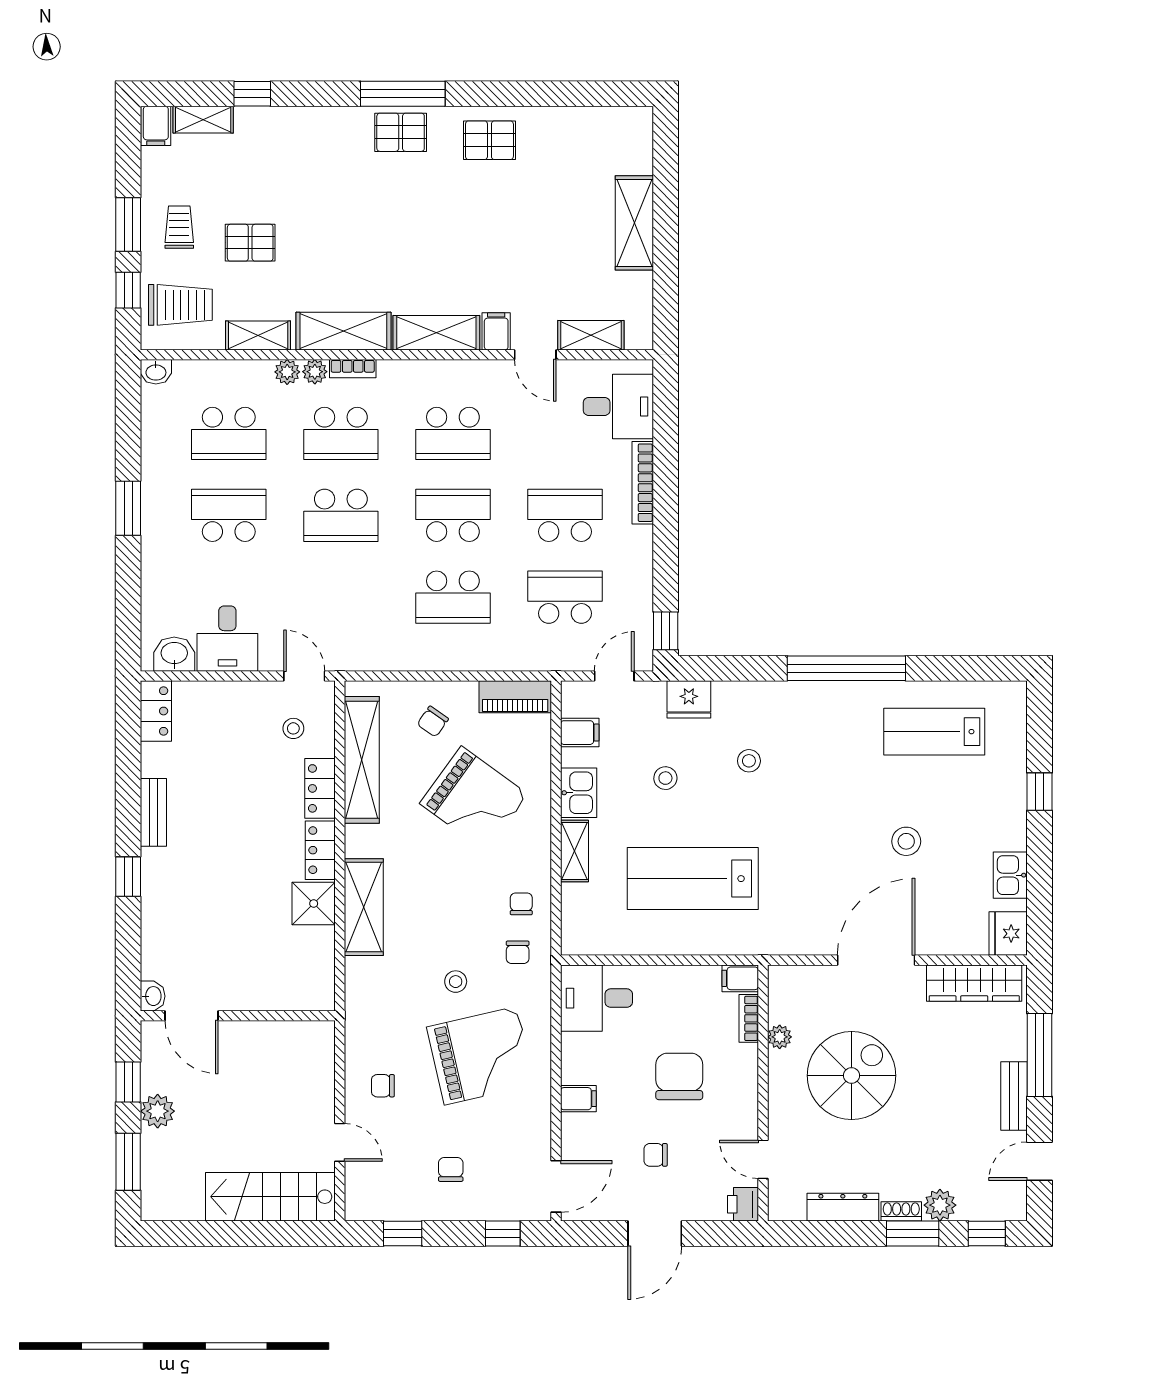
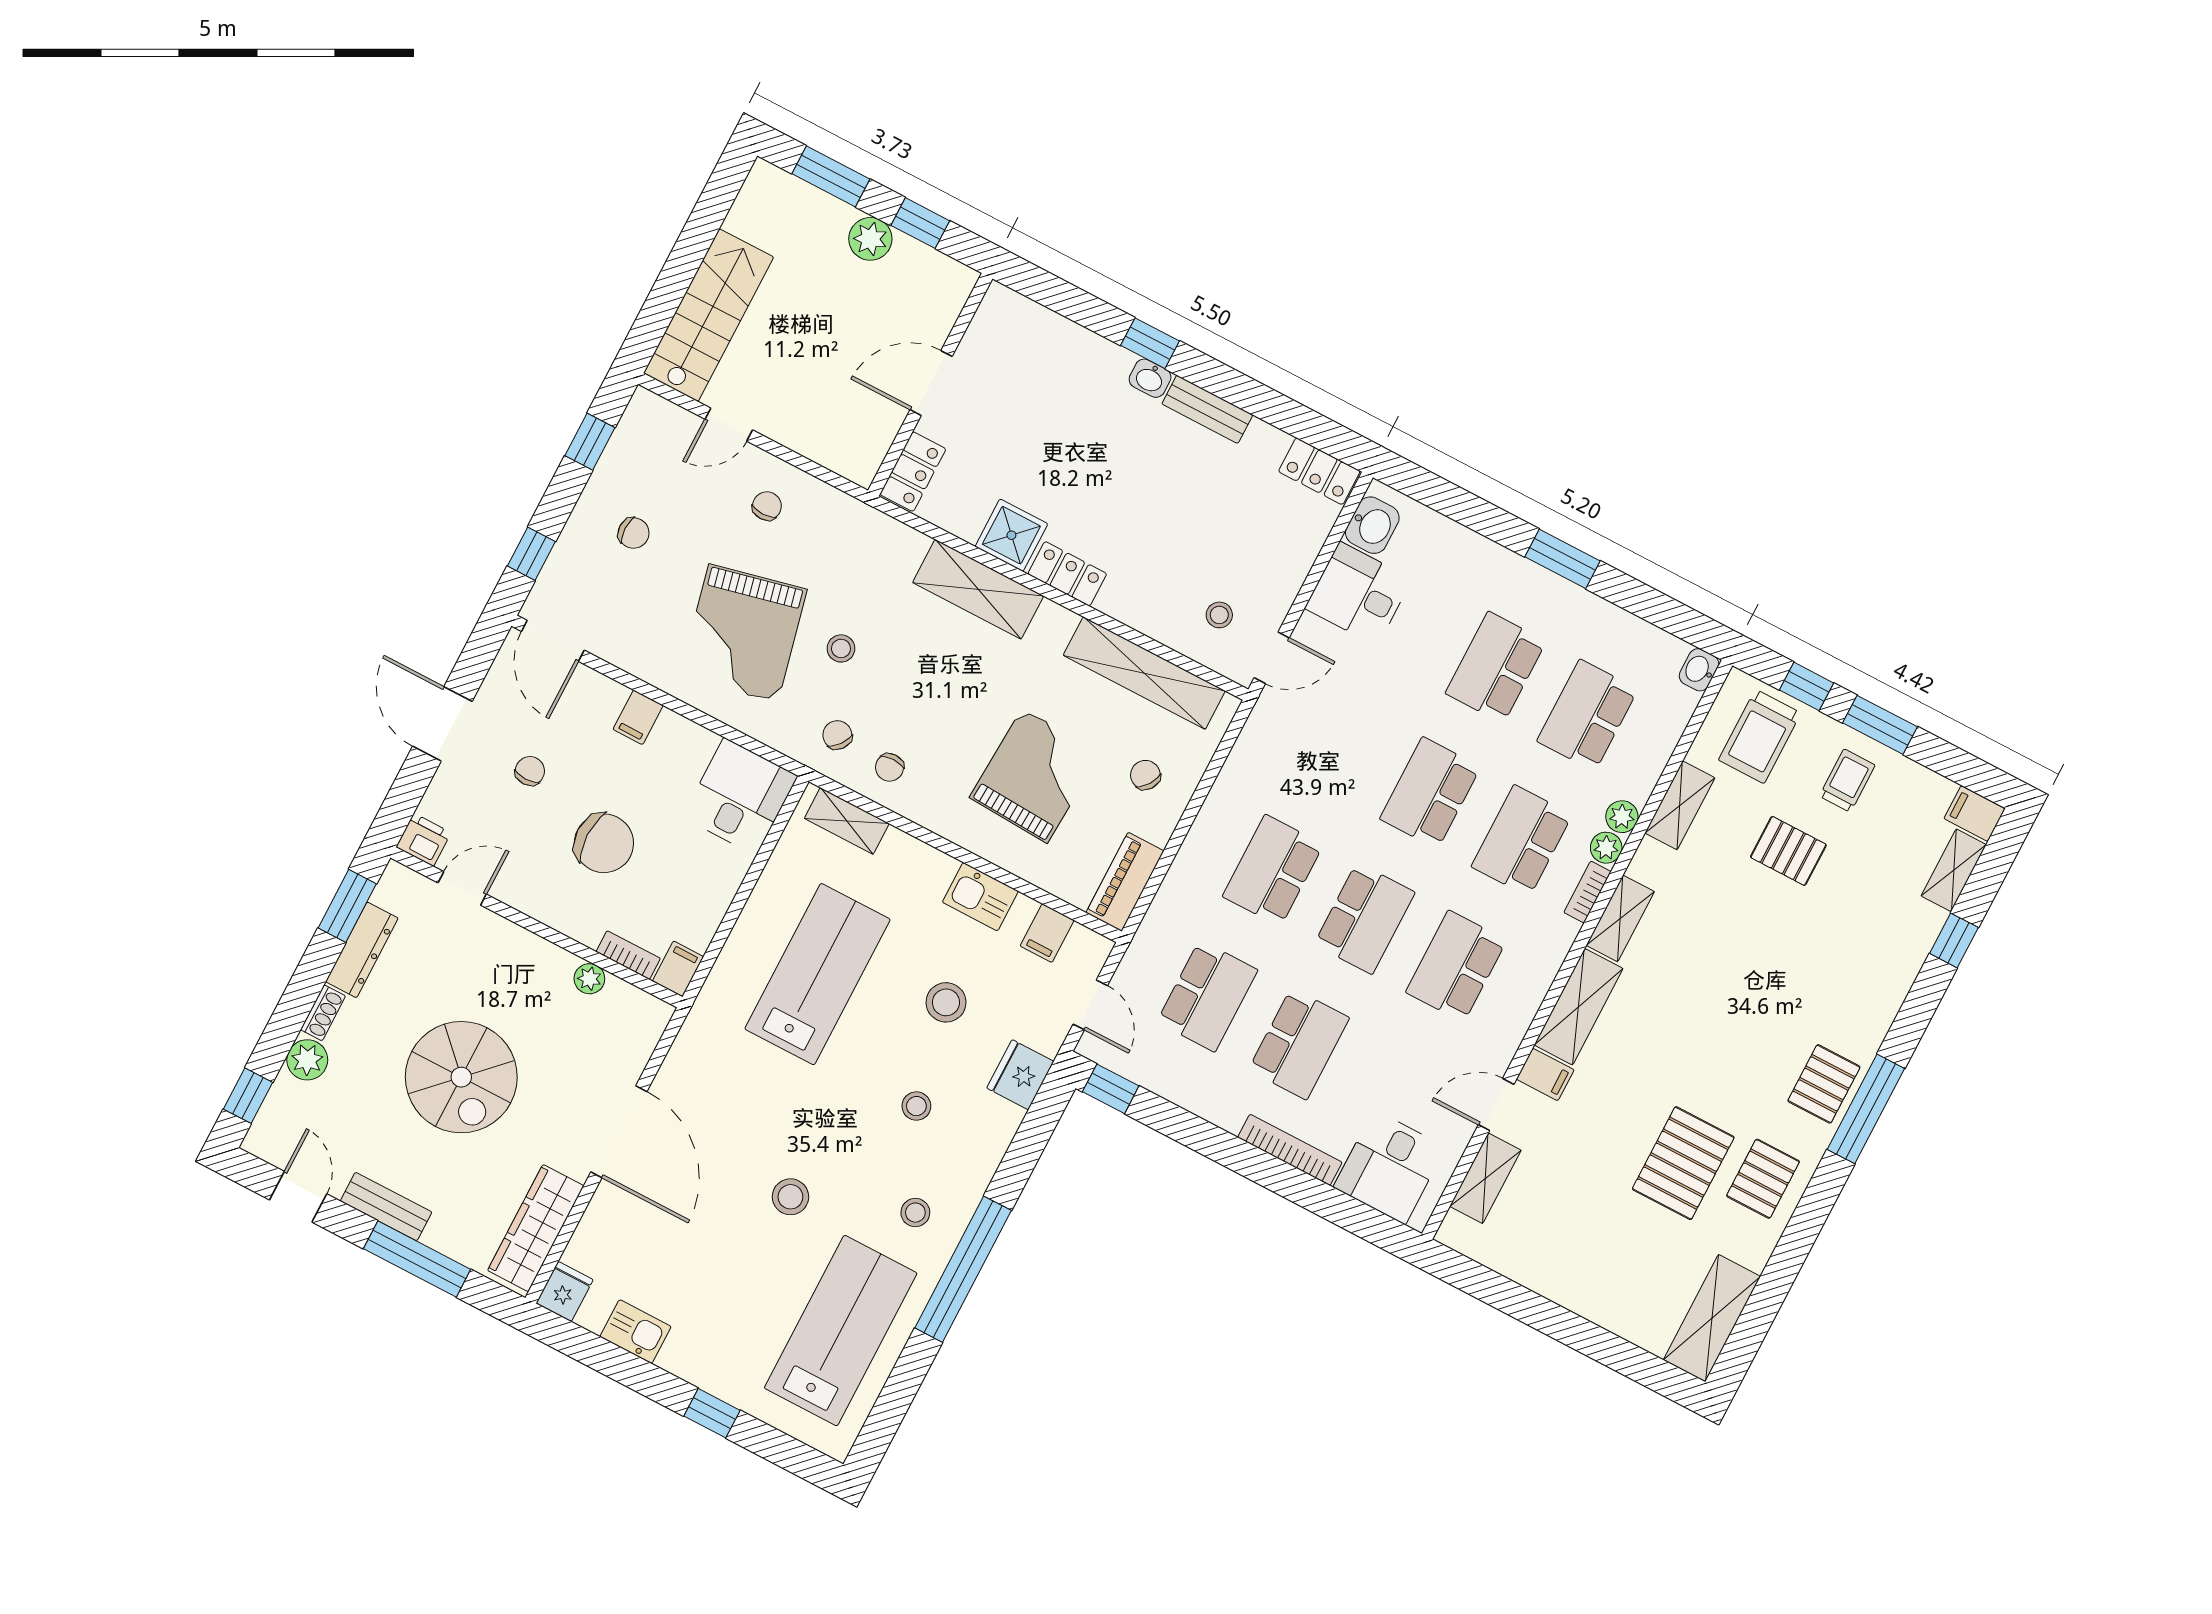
pallet: (508, 202) -> (1683, 1163), added
shelving: (634, 223) -> (1712, 1318), moved, turned 90
trolley: (179, 227) -> (1847, 781), turned -90
pallet: (250, 243) -> (1788, 851), turned 90
shelving: (343, 331) -> (1620, 918), width x0.67, depth x0.75
school desk: (229, 515) -> (1496, 667), turned 180
stool: (824, 722) -> (915, 1213), added
lab bench: (934, 732) -> (841, 1331), width x1.36, depth x1.39
stool: (665, 778) -> (946, 1002), width x1.37, depth x1.37
locker: (320, 788) -> (913, 472), moved, turned 90
grand piano: (474, 799) -> (1035, 776), turned 147
stool: (906, 841) -> (790, 1197), moved
shelving: (574, 851) -> (847, 821), moved
chair: (521, 904) -> (890, 767), turned 90
fridge: (1008, 934) -> (565, 1292), width x0.72
chair: (518, 952) -> (837, 735), turned 38
washbasin: (153, 996) -> (1150, 378), moved
door: (192, 1016) -> (931, 383), moved
spiral stairs: (852, 1076) -> (461, 1077), moved
window: (913, 1234) -> (347, 906), moved

